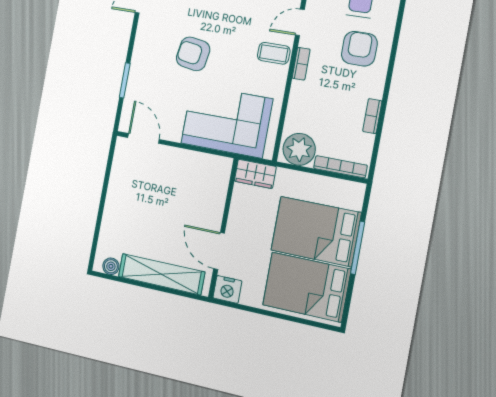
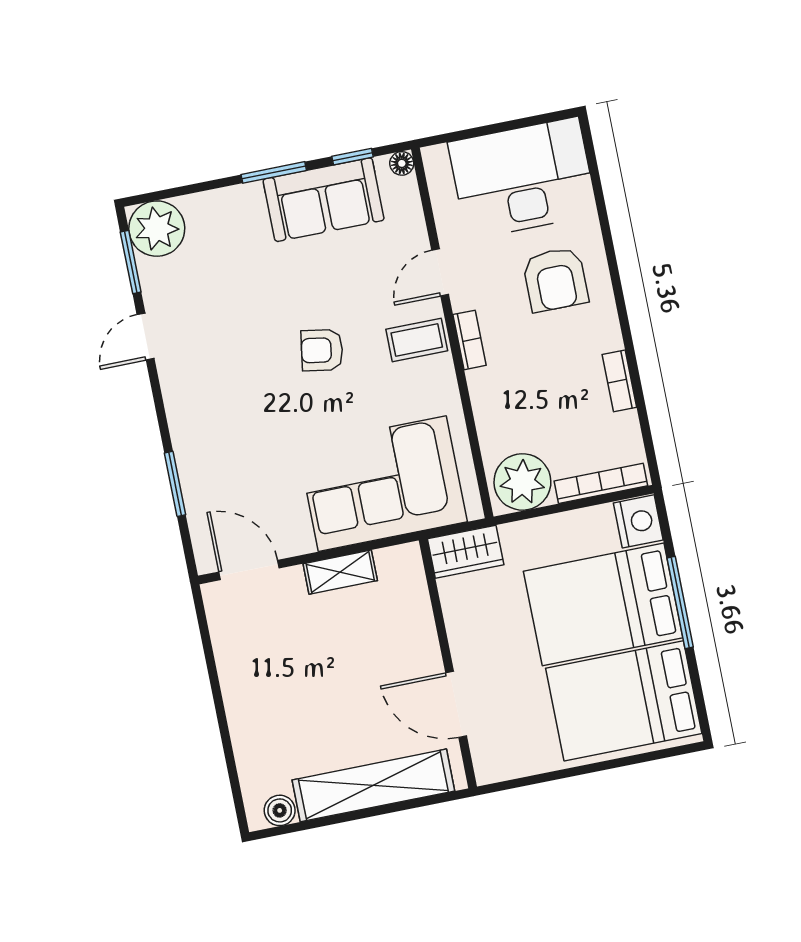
armchair: (359, 49) -> (555, 279), turned 180
armchair: (193, 54) -> (322, 350), moved, width x0.72, depth x0.72
shelving: (188, 158) -> (340, 572), added
nightstand: (227, 289) -> (638, 521), moved, turned -90

